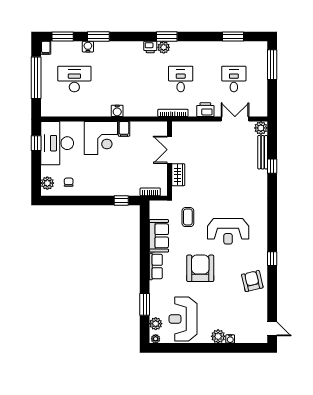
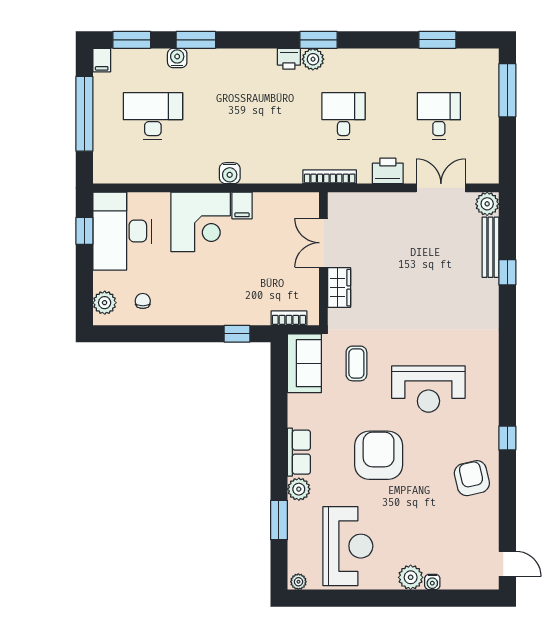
sofa: (159, 236) -> (304, 363), moved
reception desk: (183, 319) -> (348, 546), turned 180
plant: (156, 324) -> (299, 489), moved

